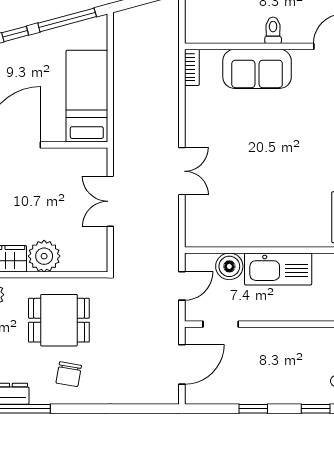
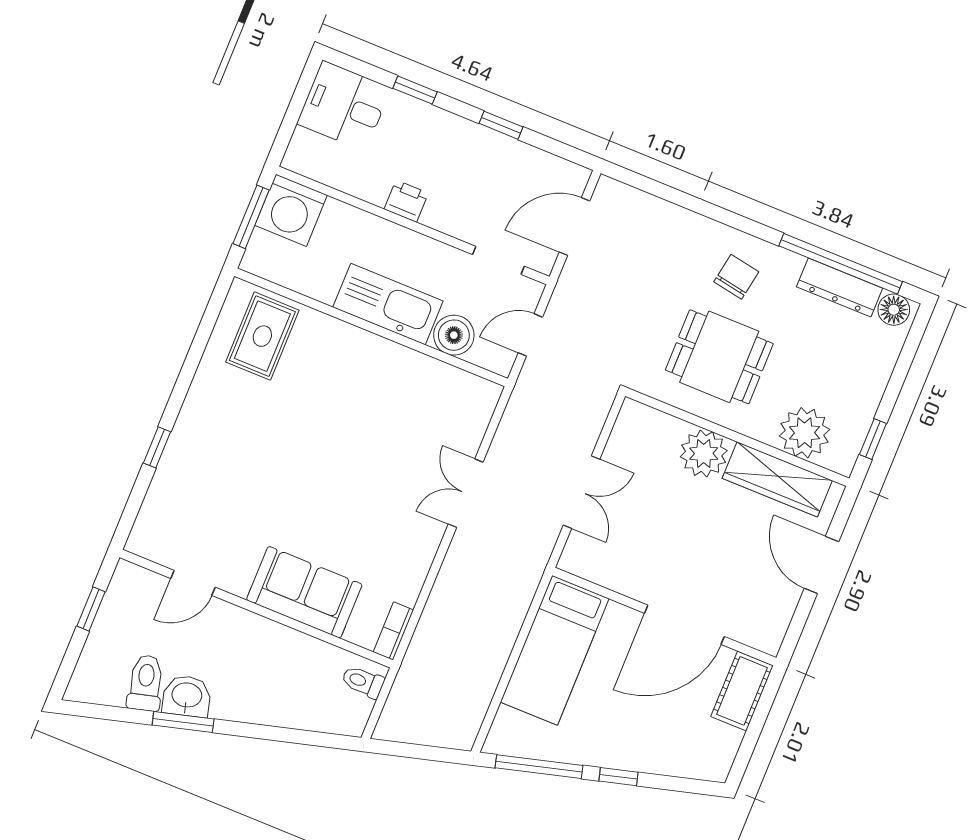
toilet: (273, 30) -> (363, 682), moved, turned 90
printer: (293, 338) -> (406, 201), added

